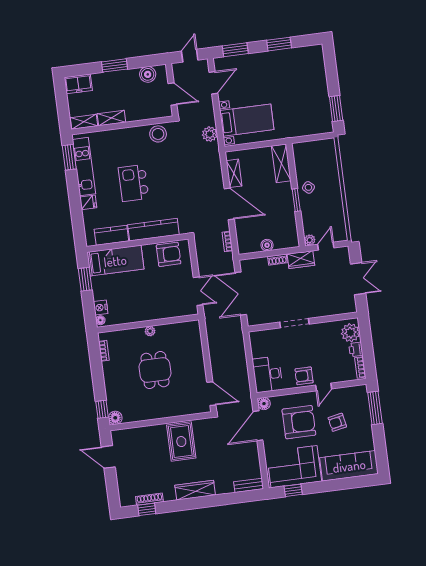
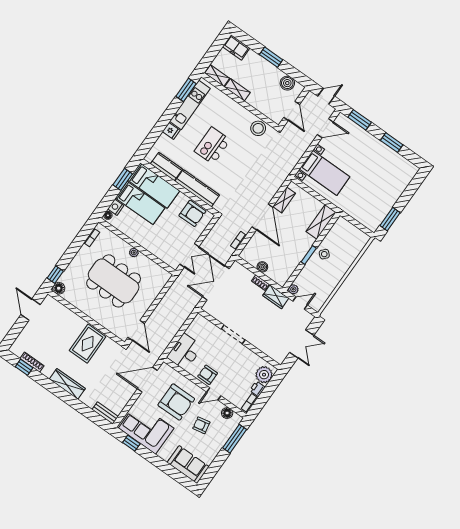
plant: (210, 134) -> (292, 160), removed
bed: (117, 285) -> (140, 203), added
dining table: (155, 370) -> (114, 281), width x1.88, depth x1.24
floor lamp: (264, 404) -> (227, 413), moved
sofa: (349, 466) -> (188, 465), width x0.73

